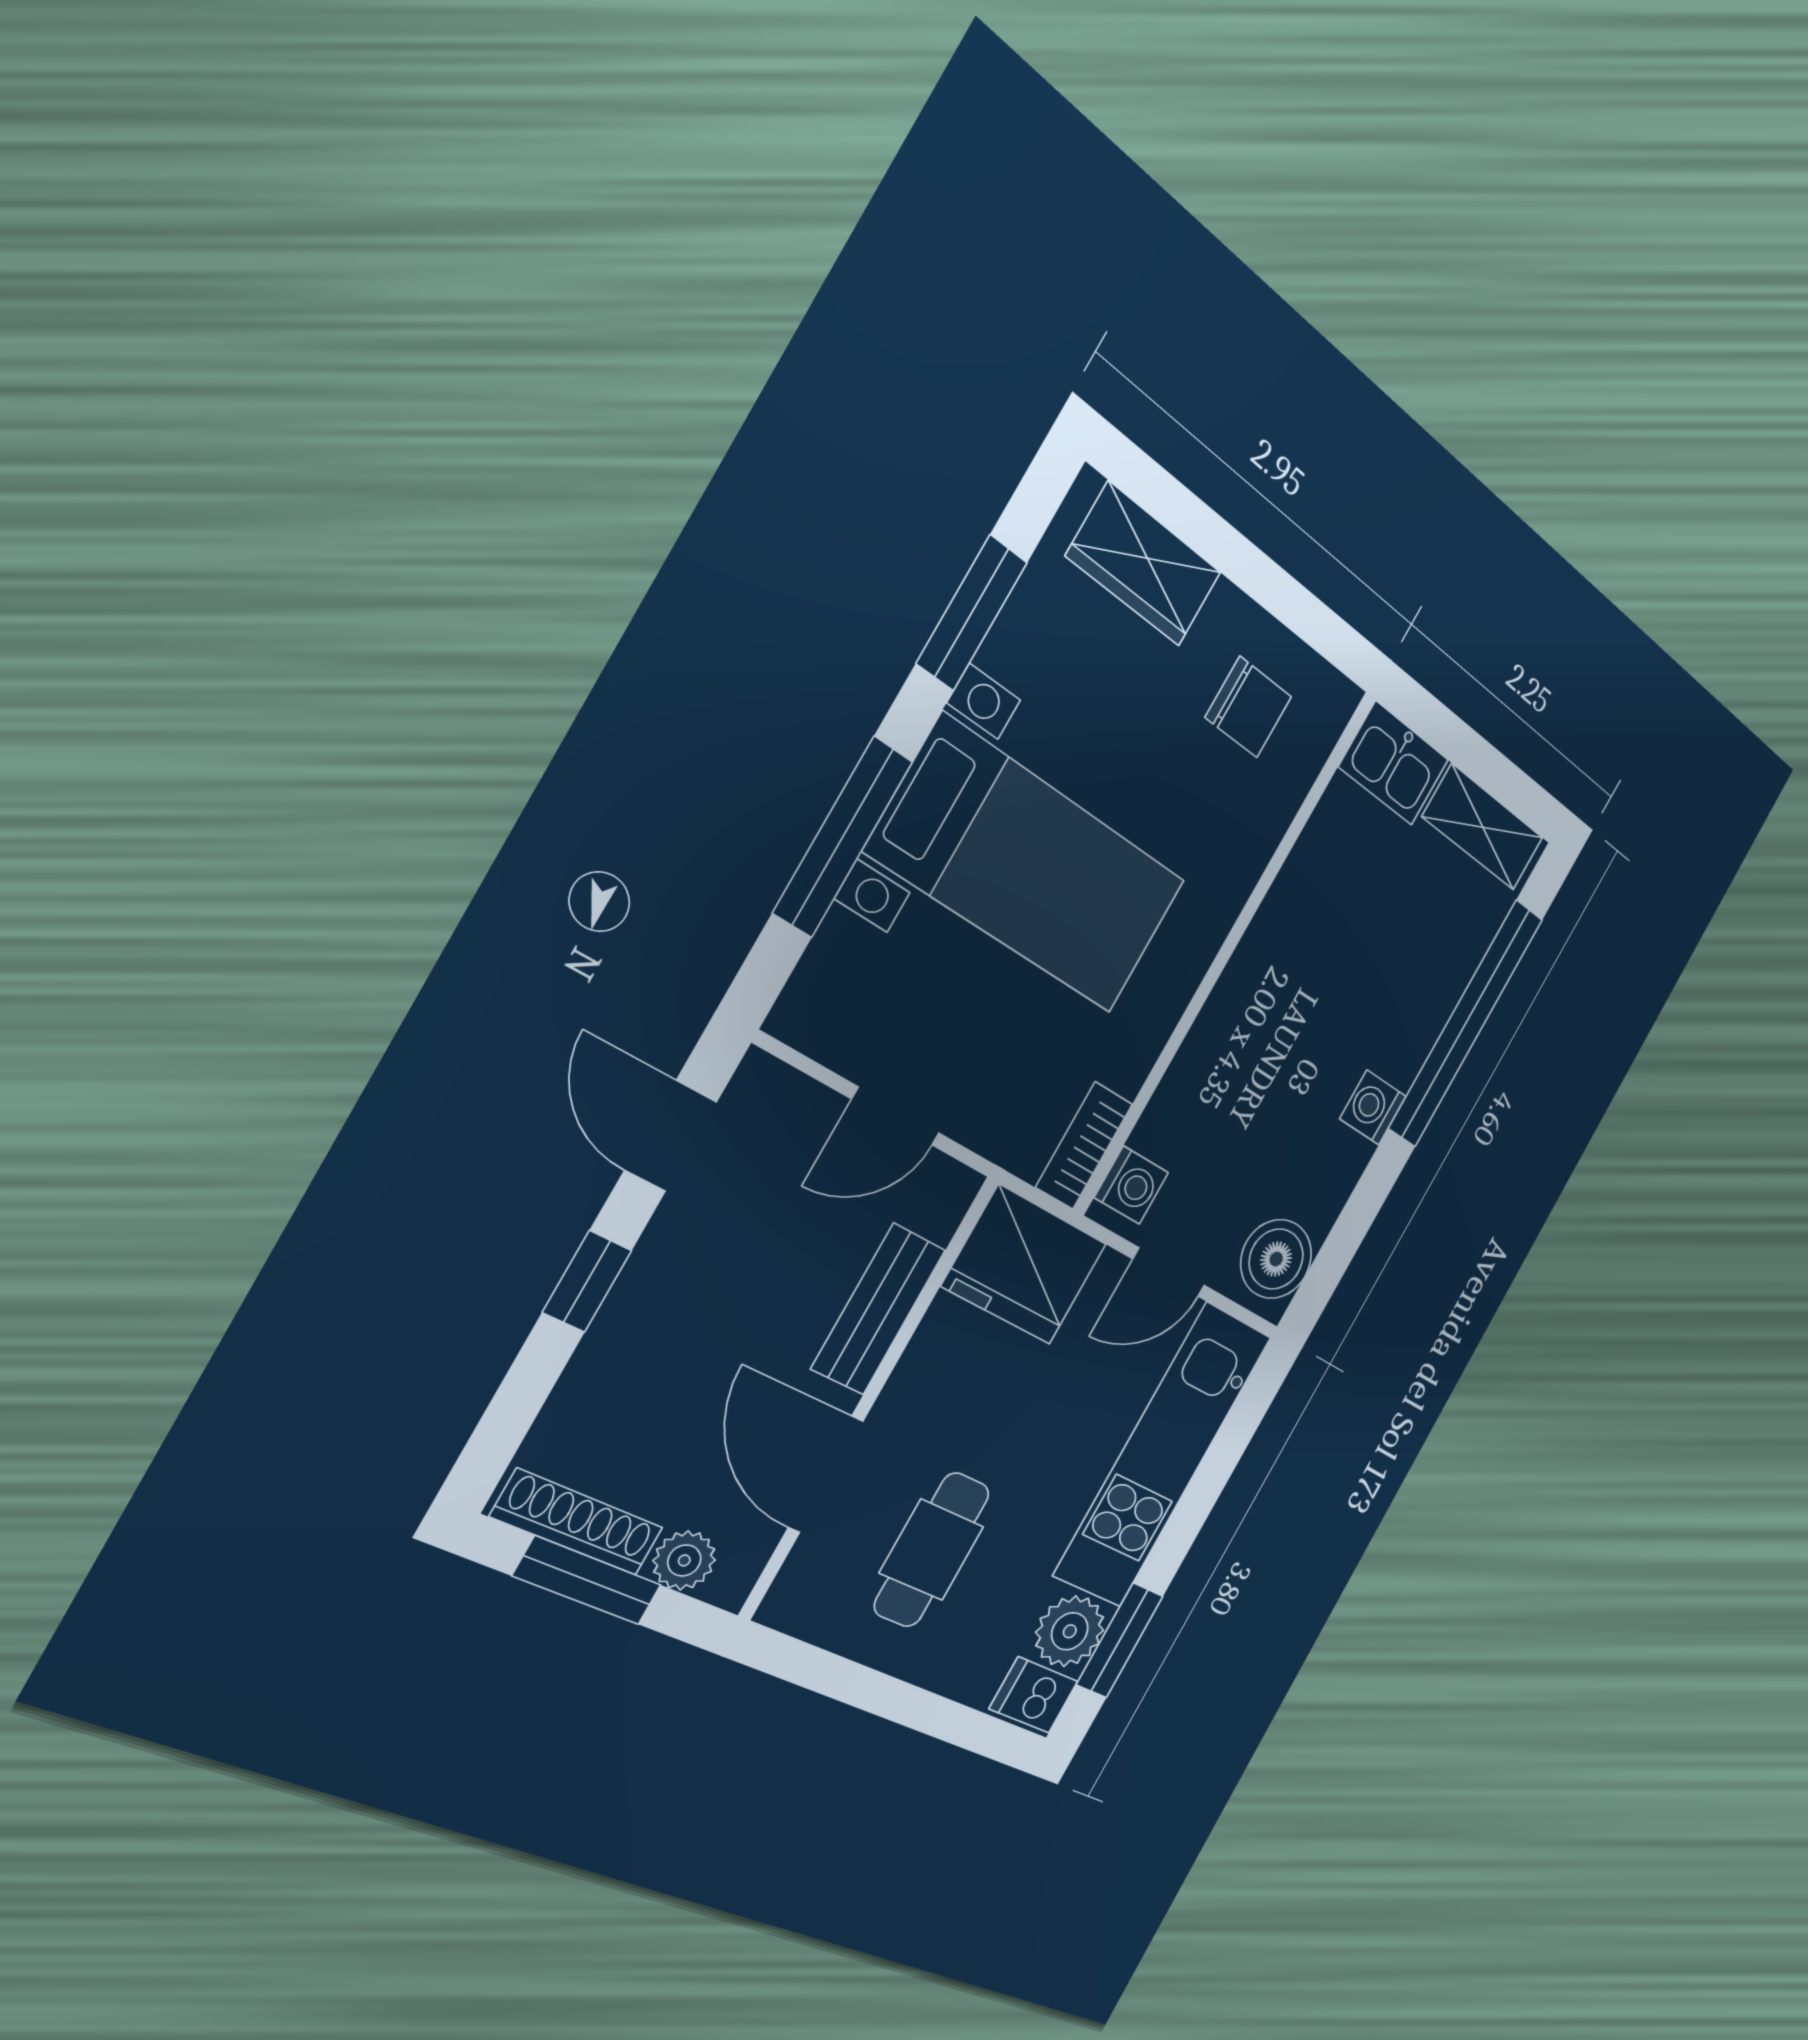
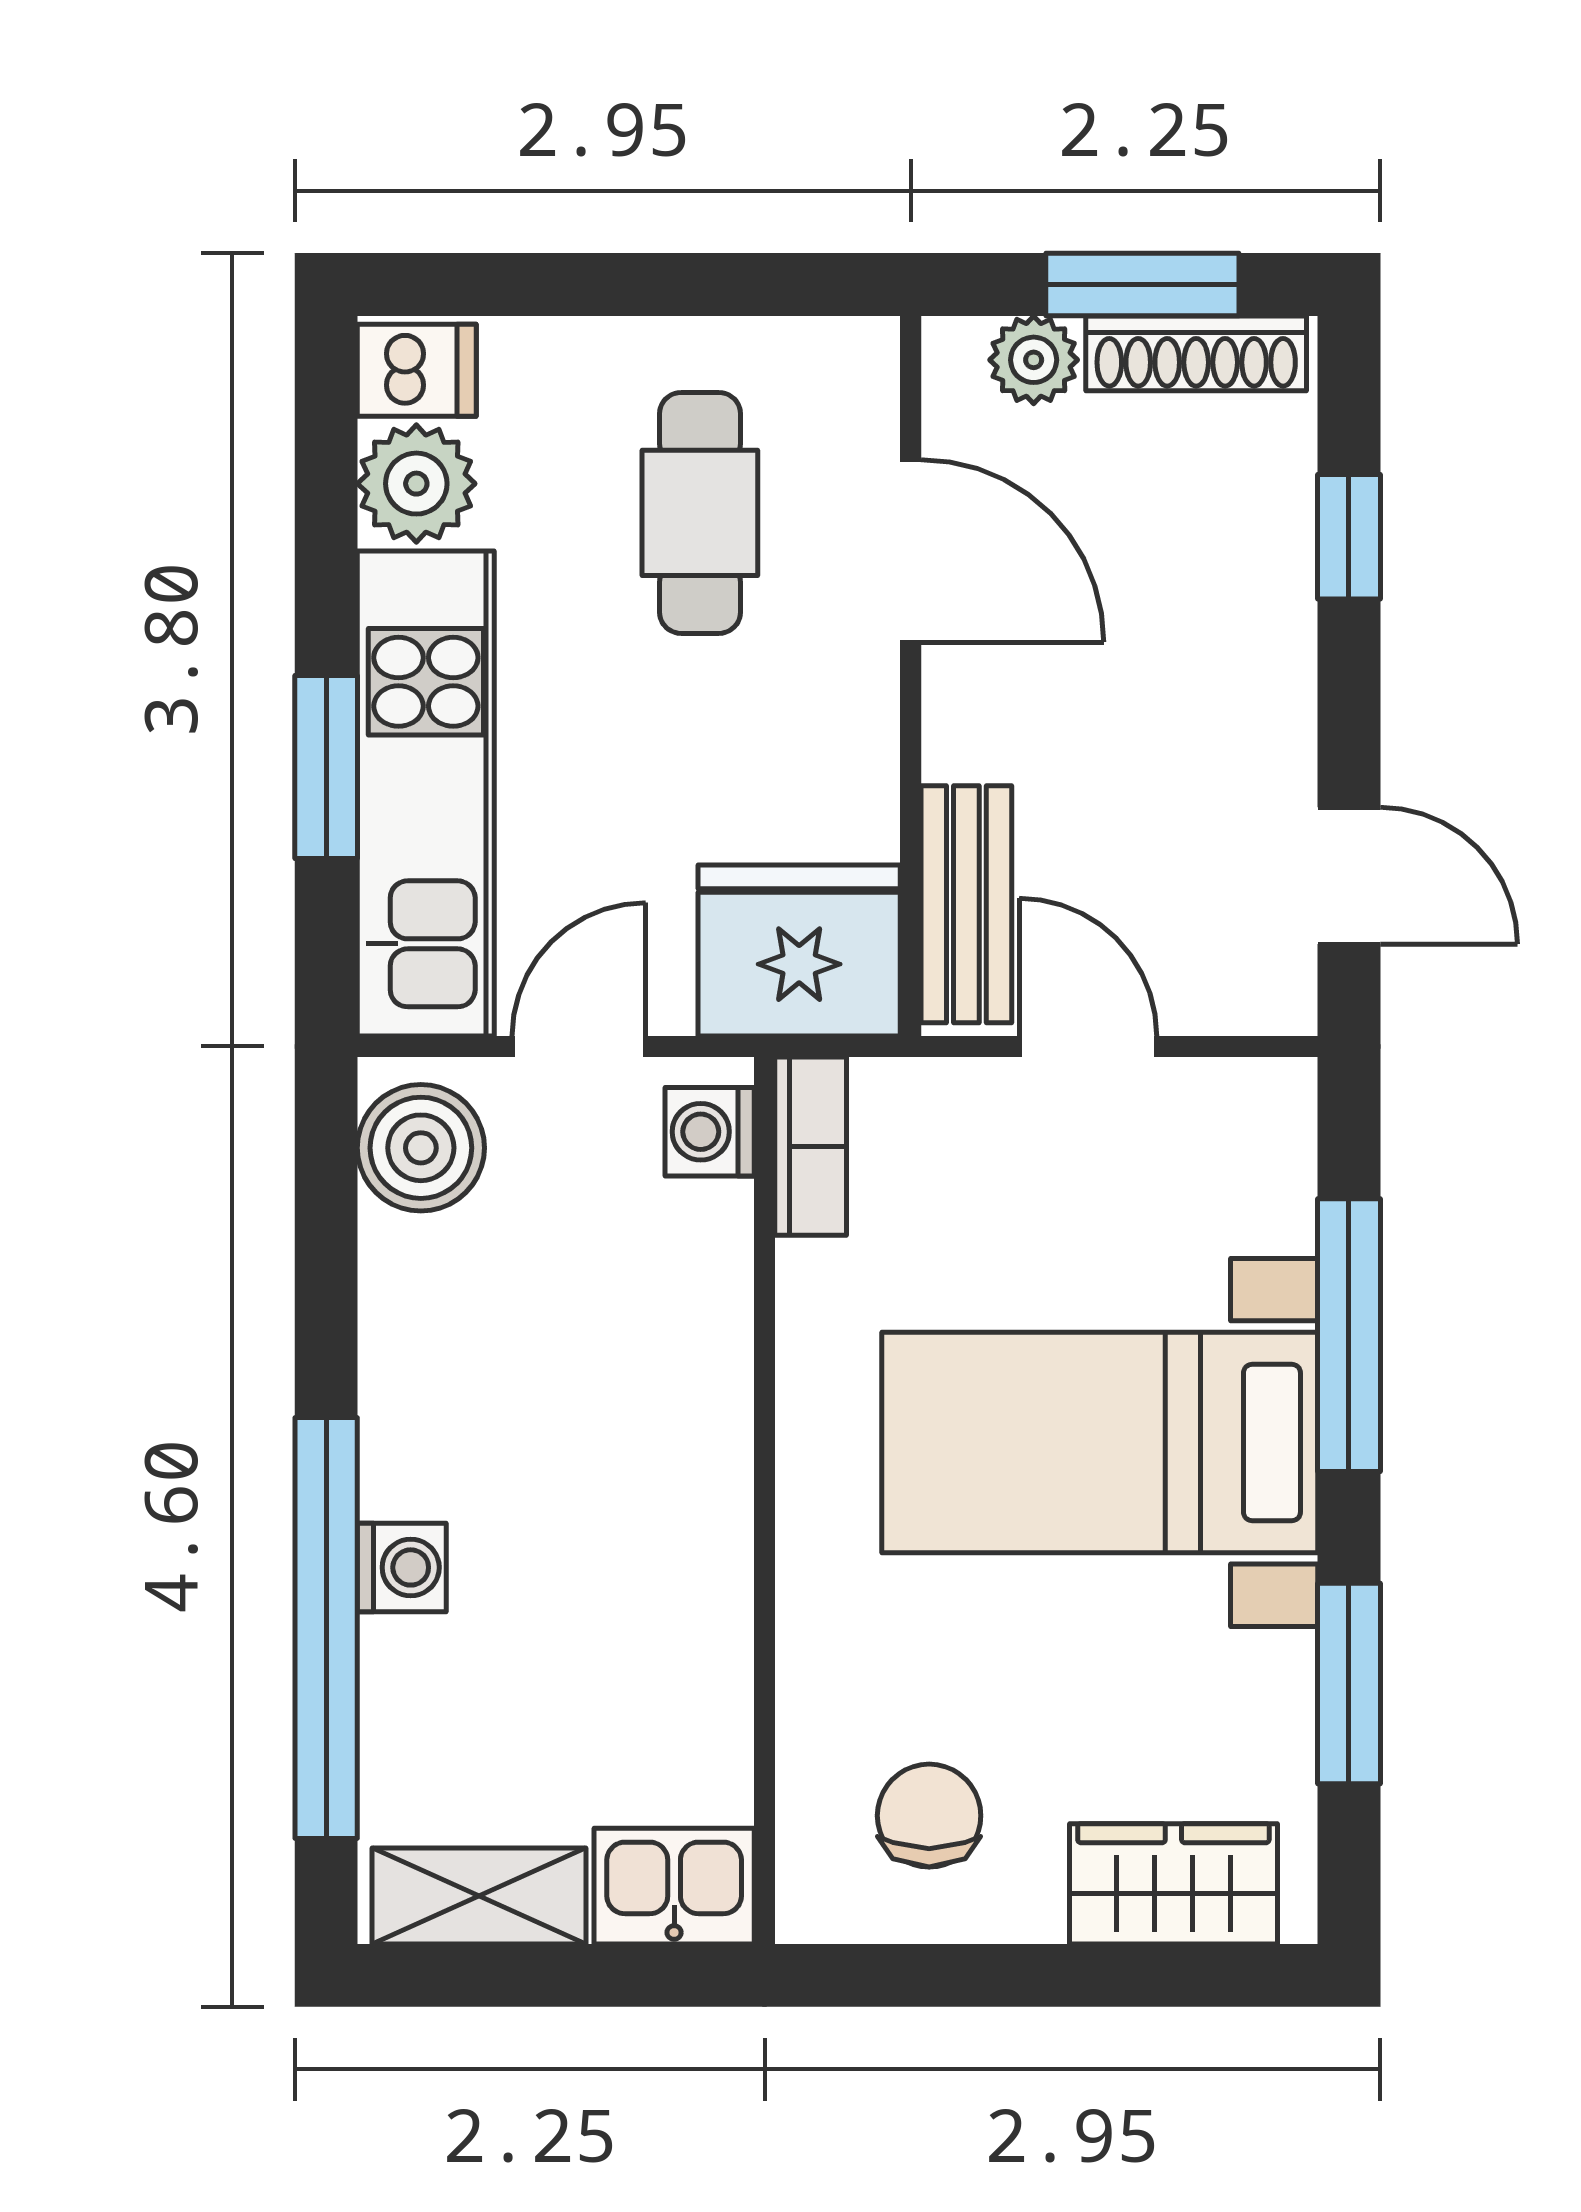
chair: (1248, 707) -> (929, 1816), turned 90
washing machine: (1373, 1108) -> (402, 1567), moved
door: (896, 1116) -> (1088, 1046), hinge flipped
window: (587, 1281) -> (1349, 537), moved
bench: (878, 1309) -> (966, 904), moved
window: (1120, 1640) -> (326, 767), moved

